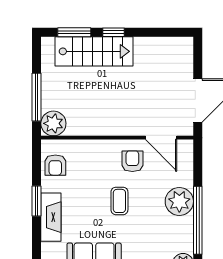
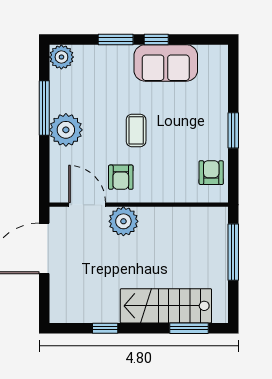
window: (114, 32) -> (105, 328), moved
plant: (53, 123) -> (123, 221), moved
fireplace: (51, 217) -> (216, 112), removed
window: (198, 220) -> (44, 108), width x0.68

